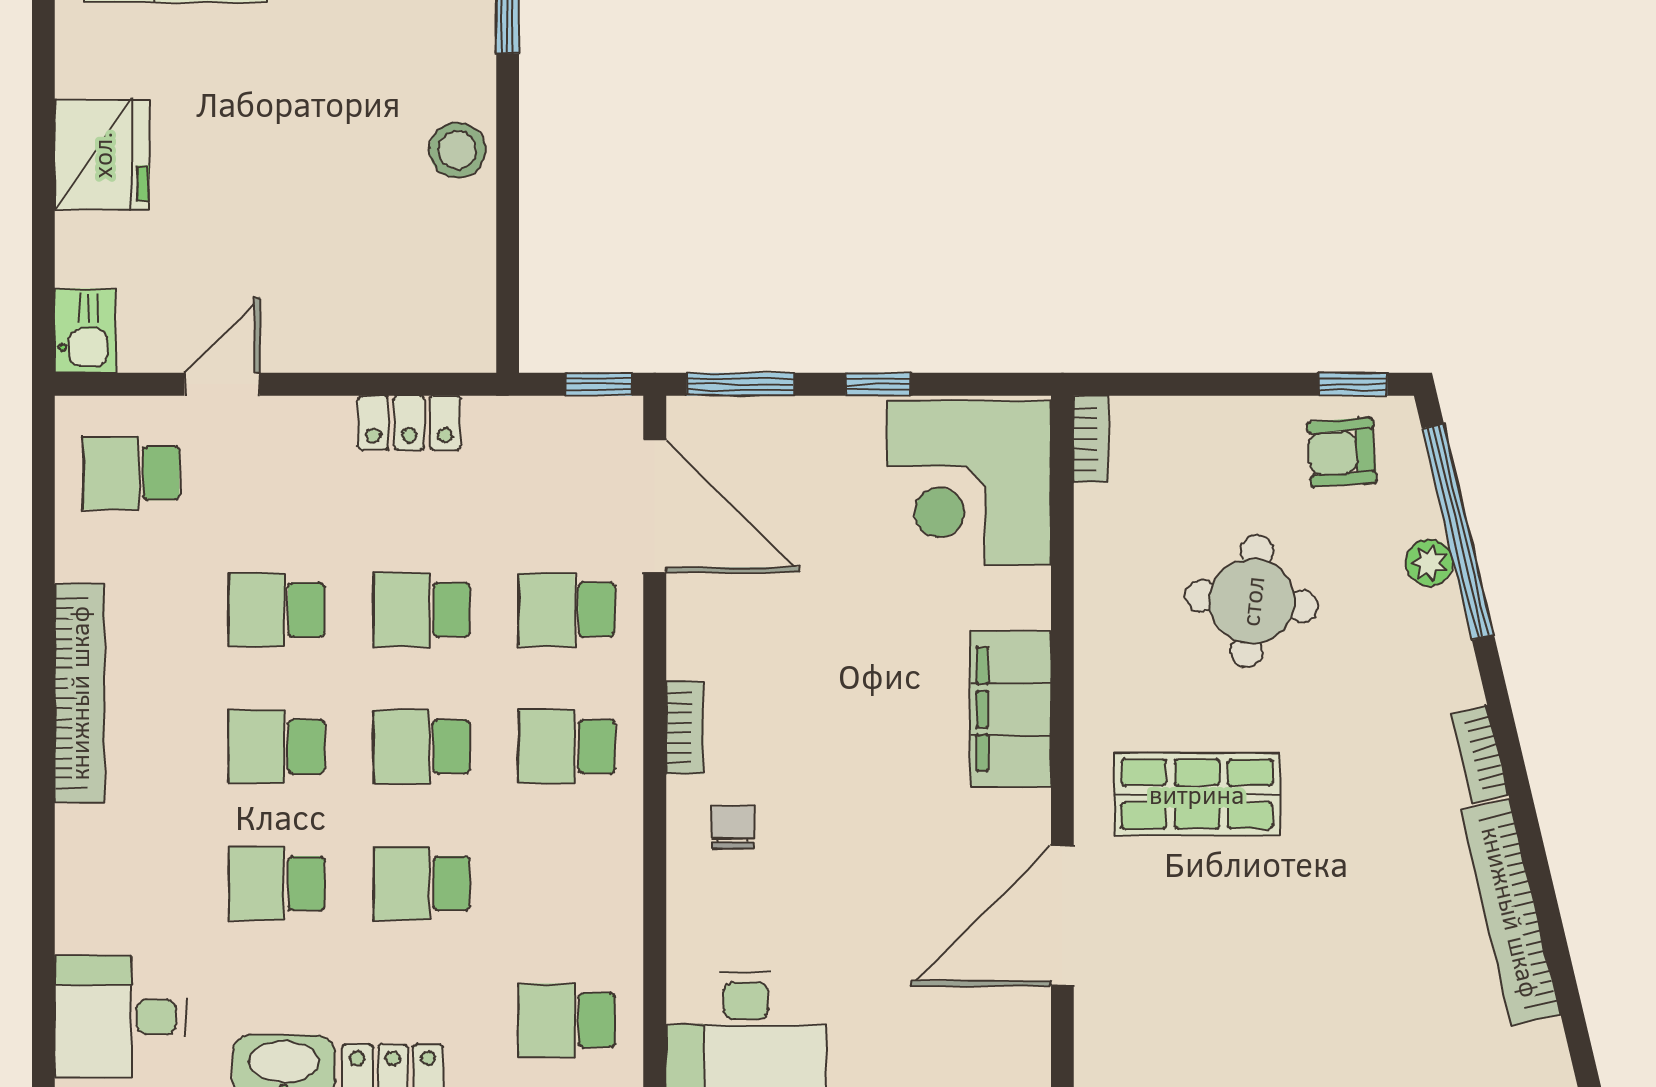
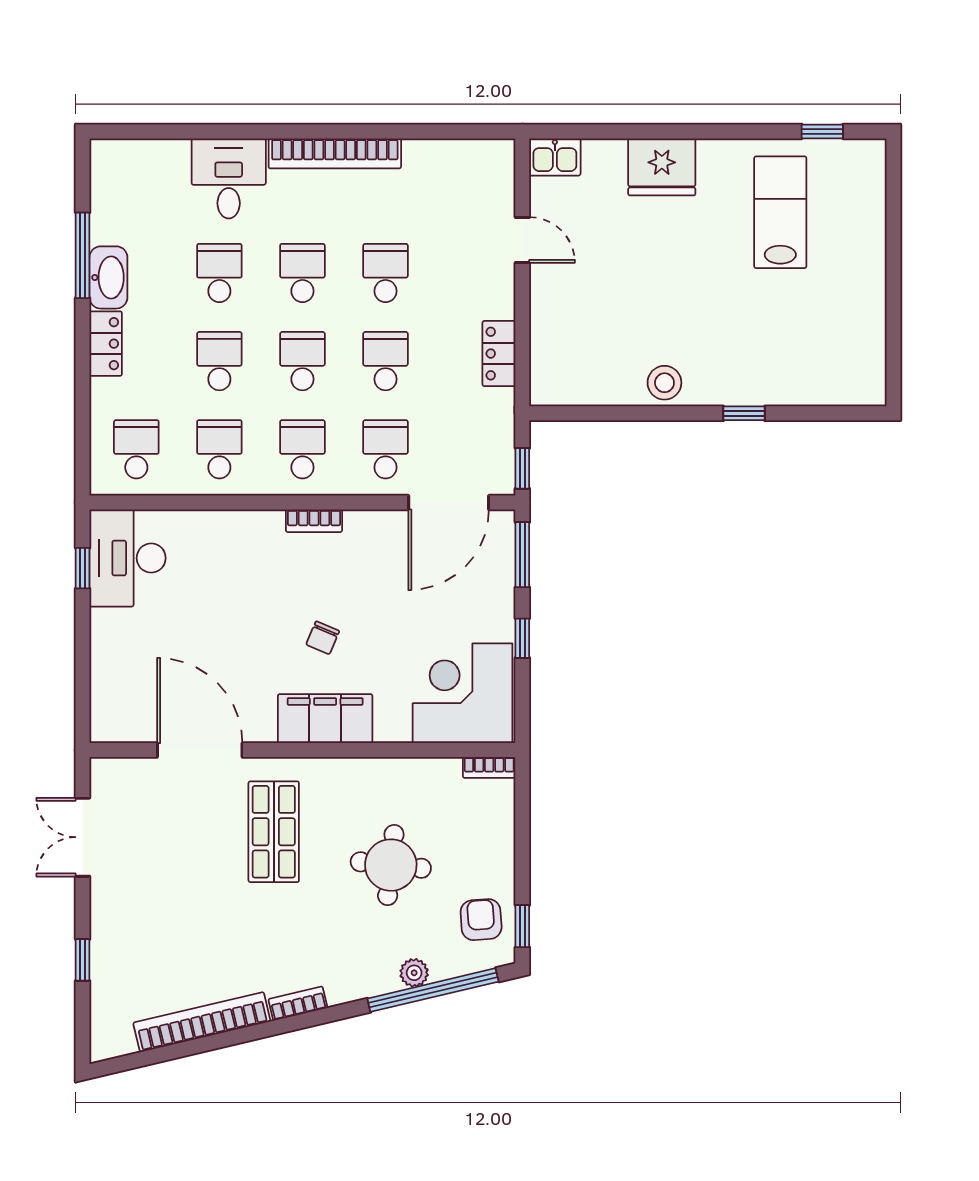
school desk: (131, 473) -> (219, 449), moved
chair: (732, 828) -> (323, 638), moved, turned 113
desk: (121, 1017) -> (229, 178), moved

